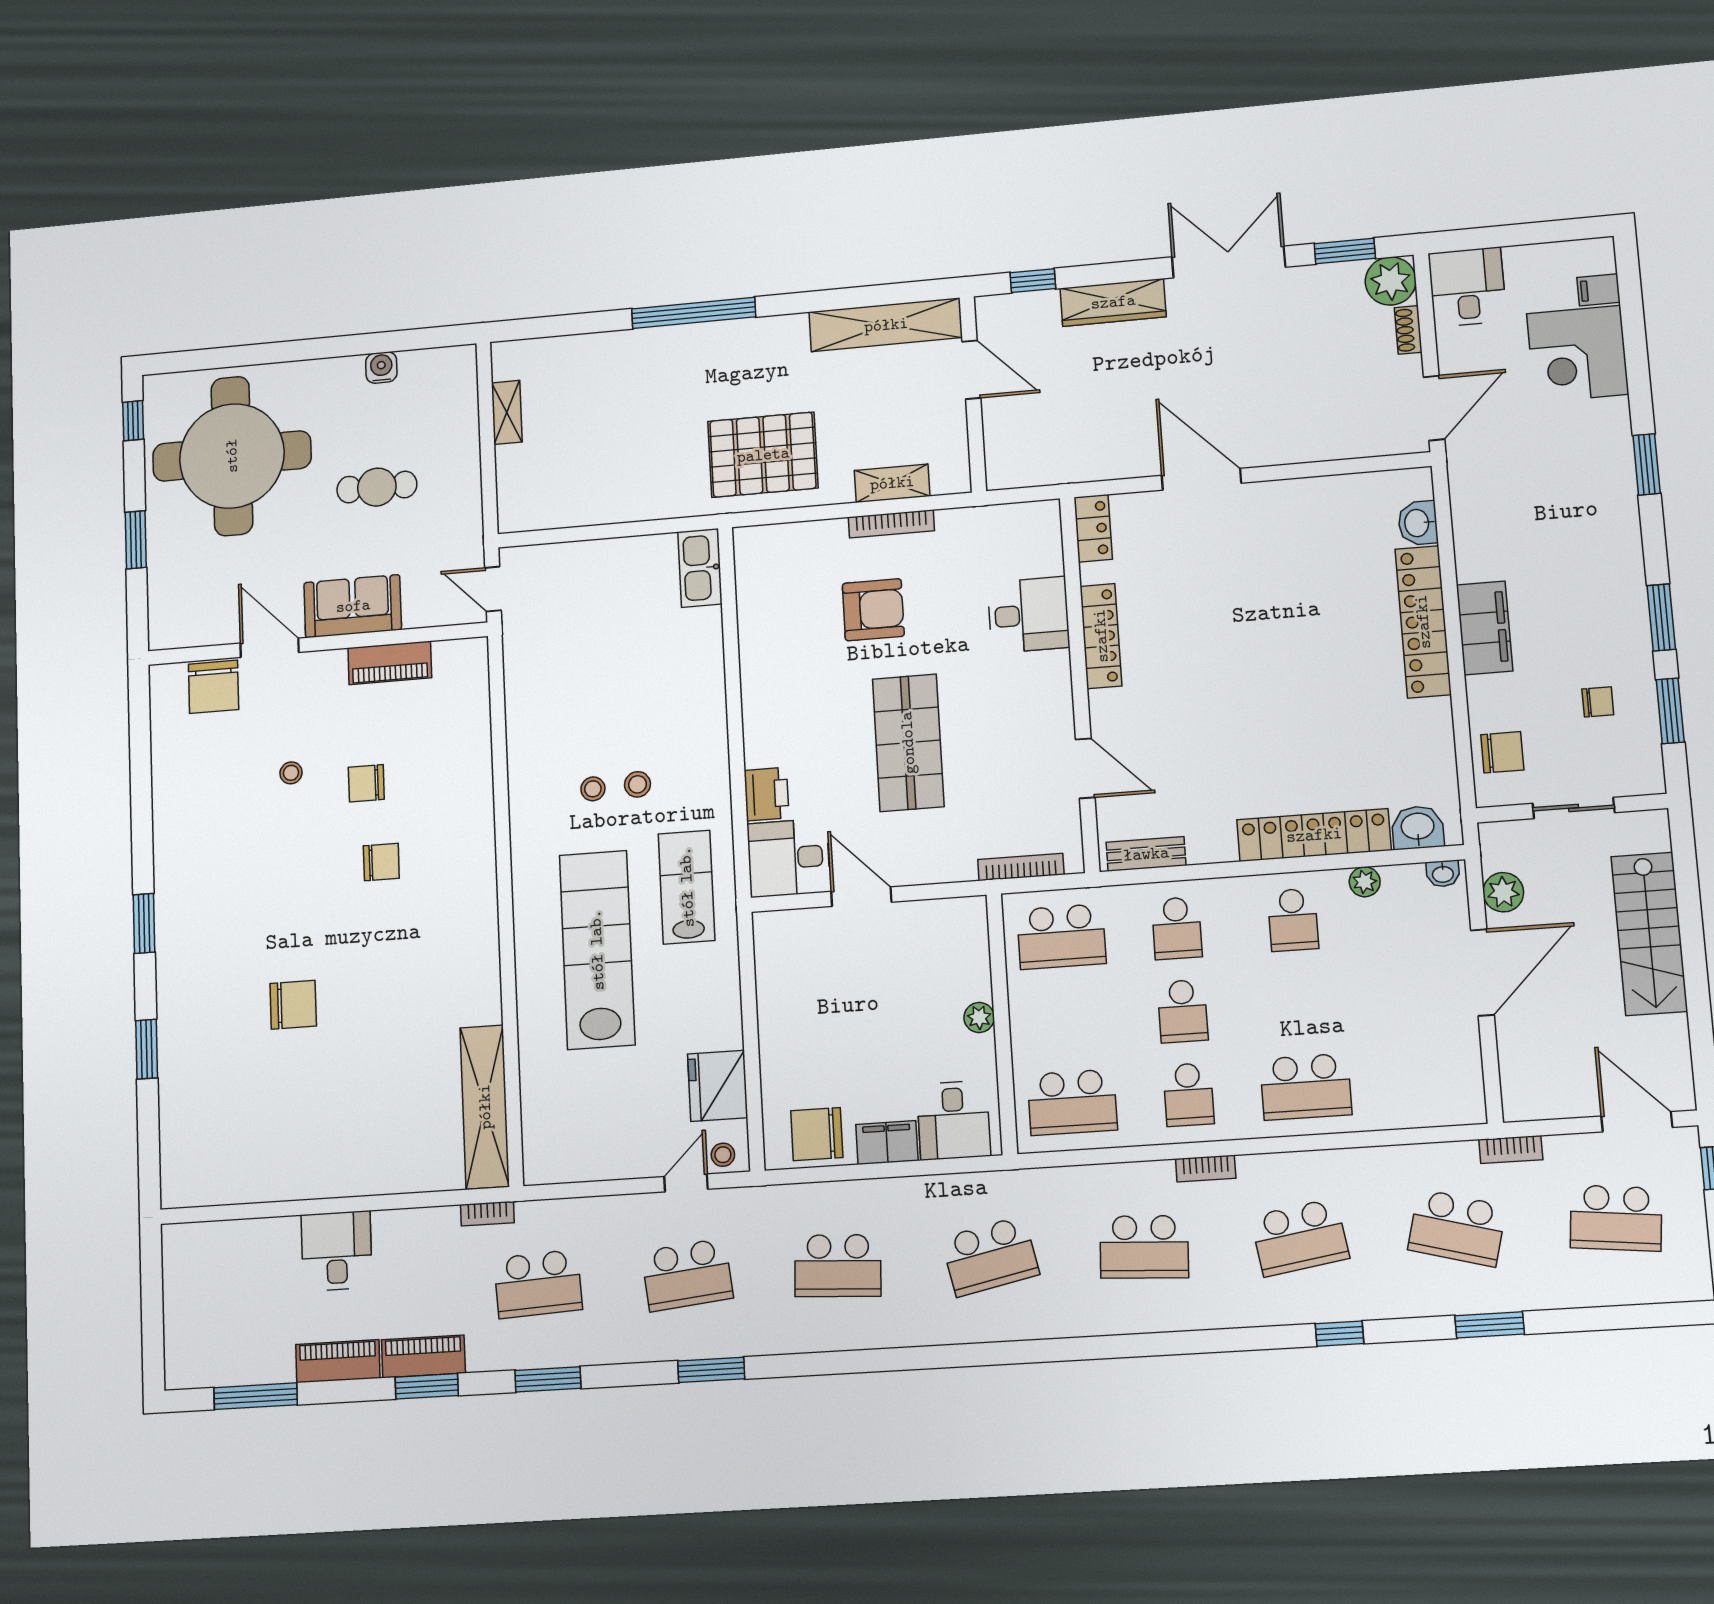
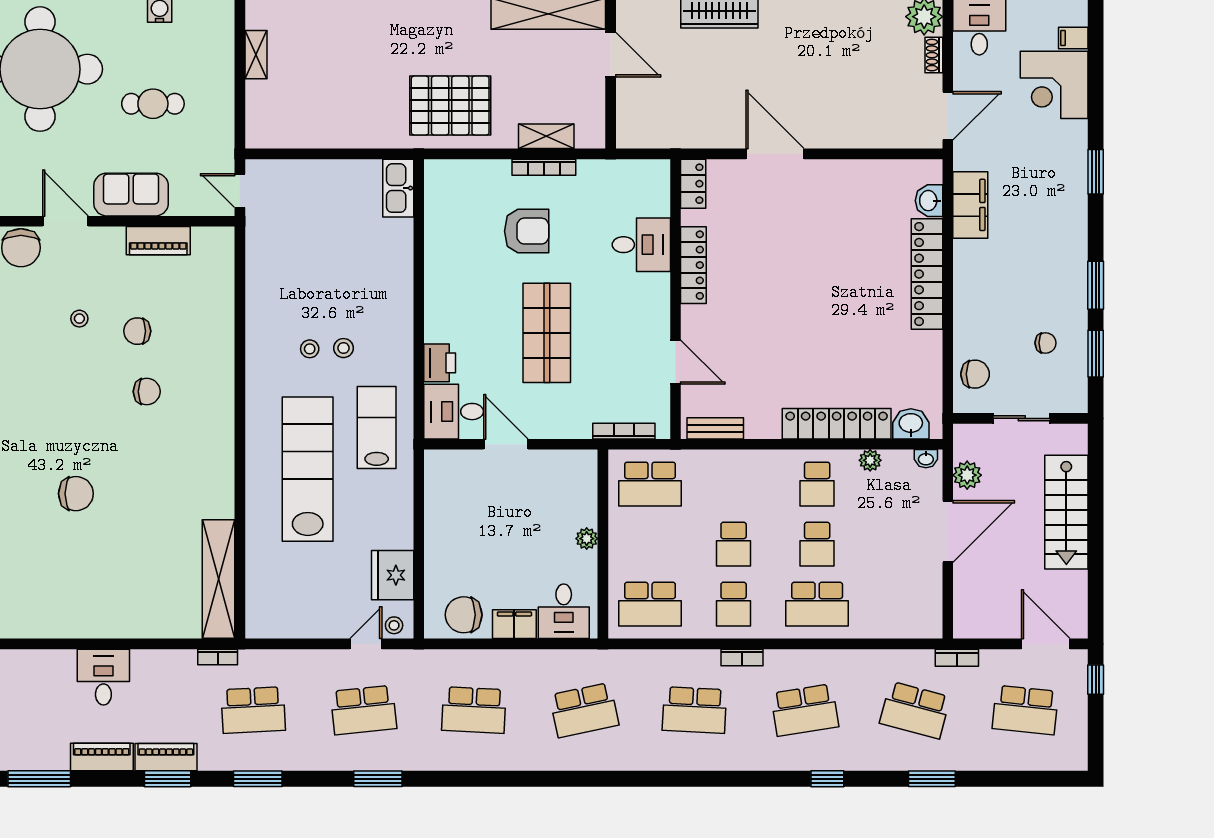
filing cabinet: (1485, 628) -> (970, 205), moved
school desk: (1177, 928) -> (817, 544), moved

